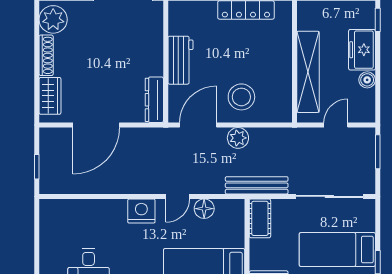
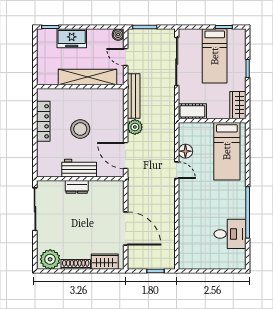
boiler: (367, 80) -> (118, 35), moved
stool: (241, 97) -> (80, 129), moved
dresser: (154, 100) -> (77, 187), moved, width x0.70
bench: (257, 185) -> (134, 96), moved
nightstand: (141, 211) -> (187, 196), removed

